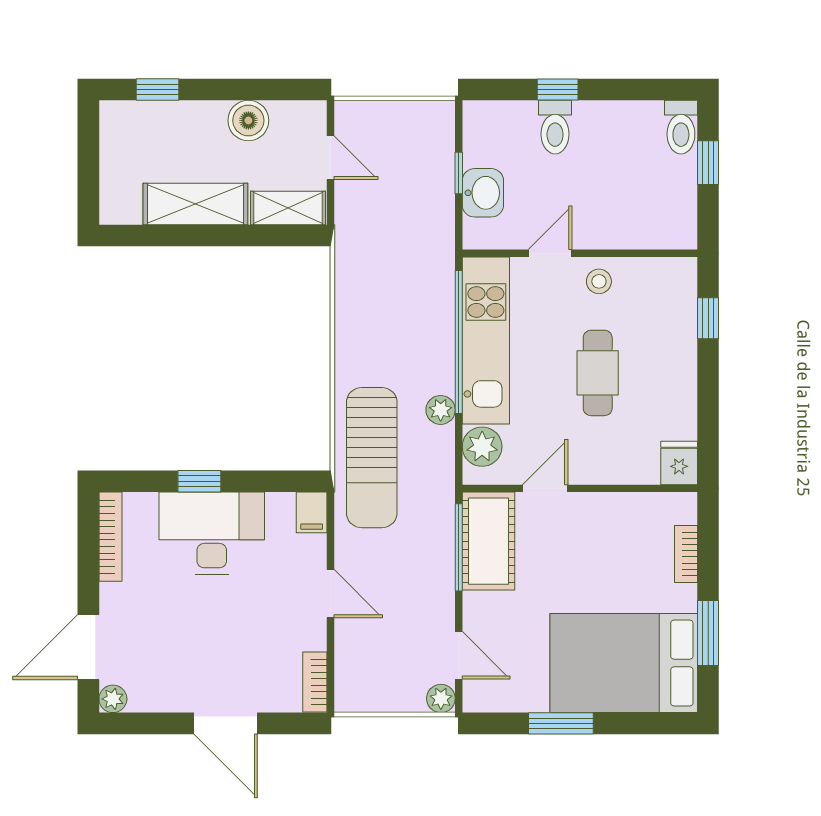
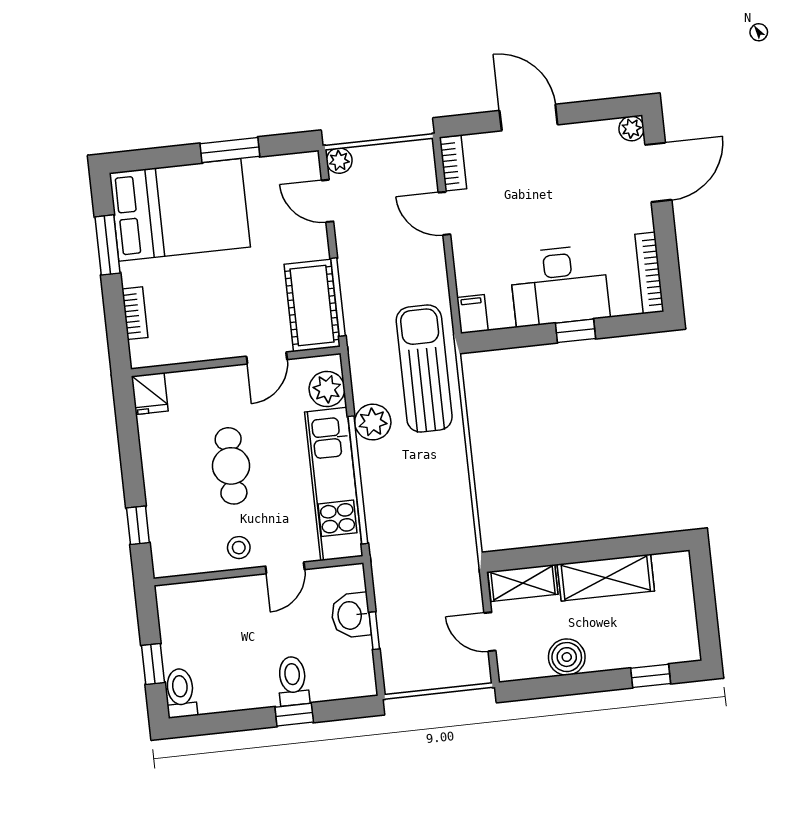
plant: (441, 410) -> (373, 422), width x1.38, depth x1.38
door: (331, 594) -> (444, 213), moved

